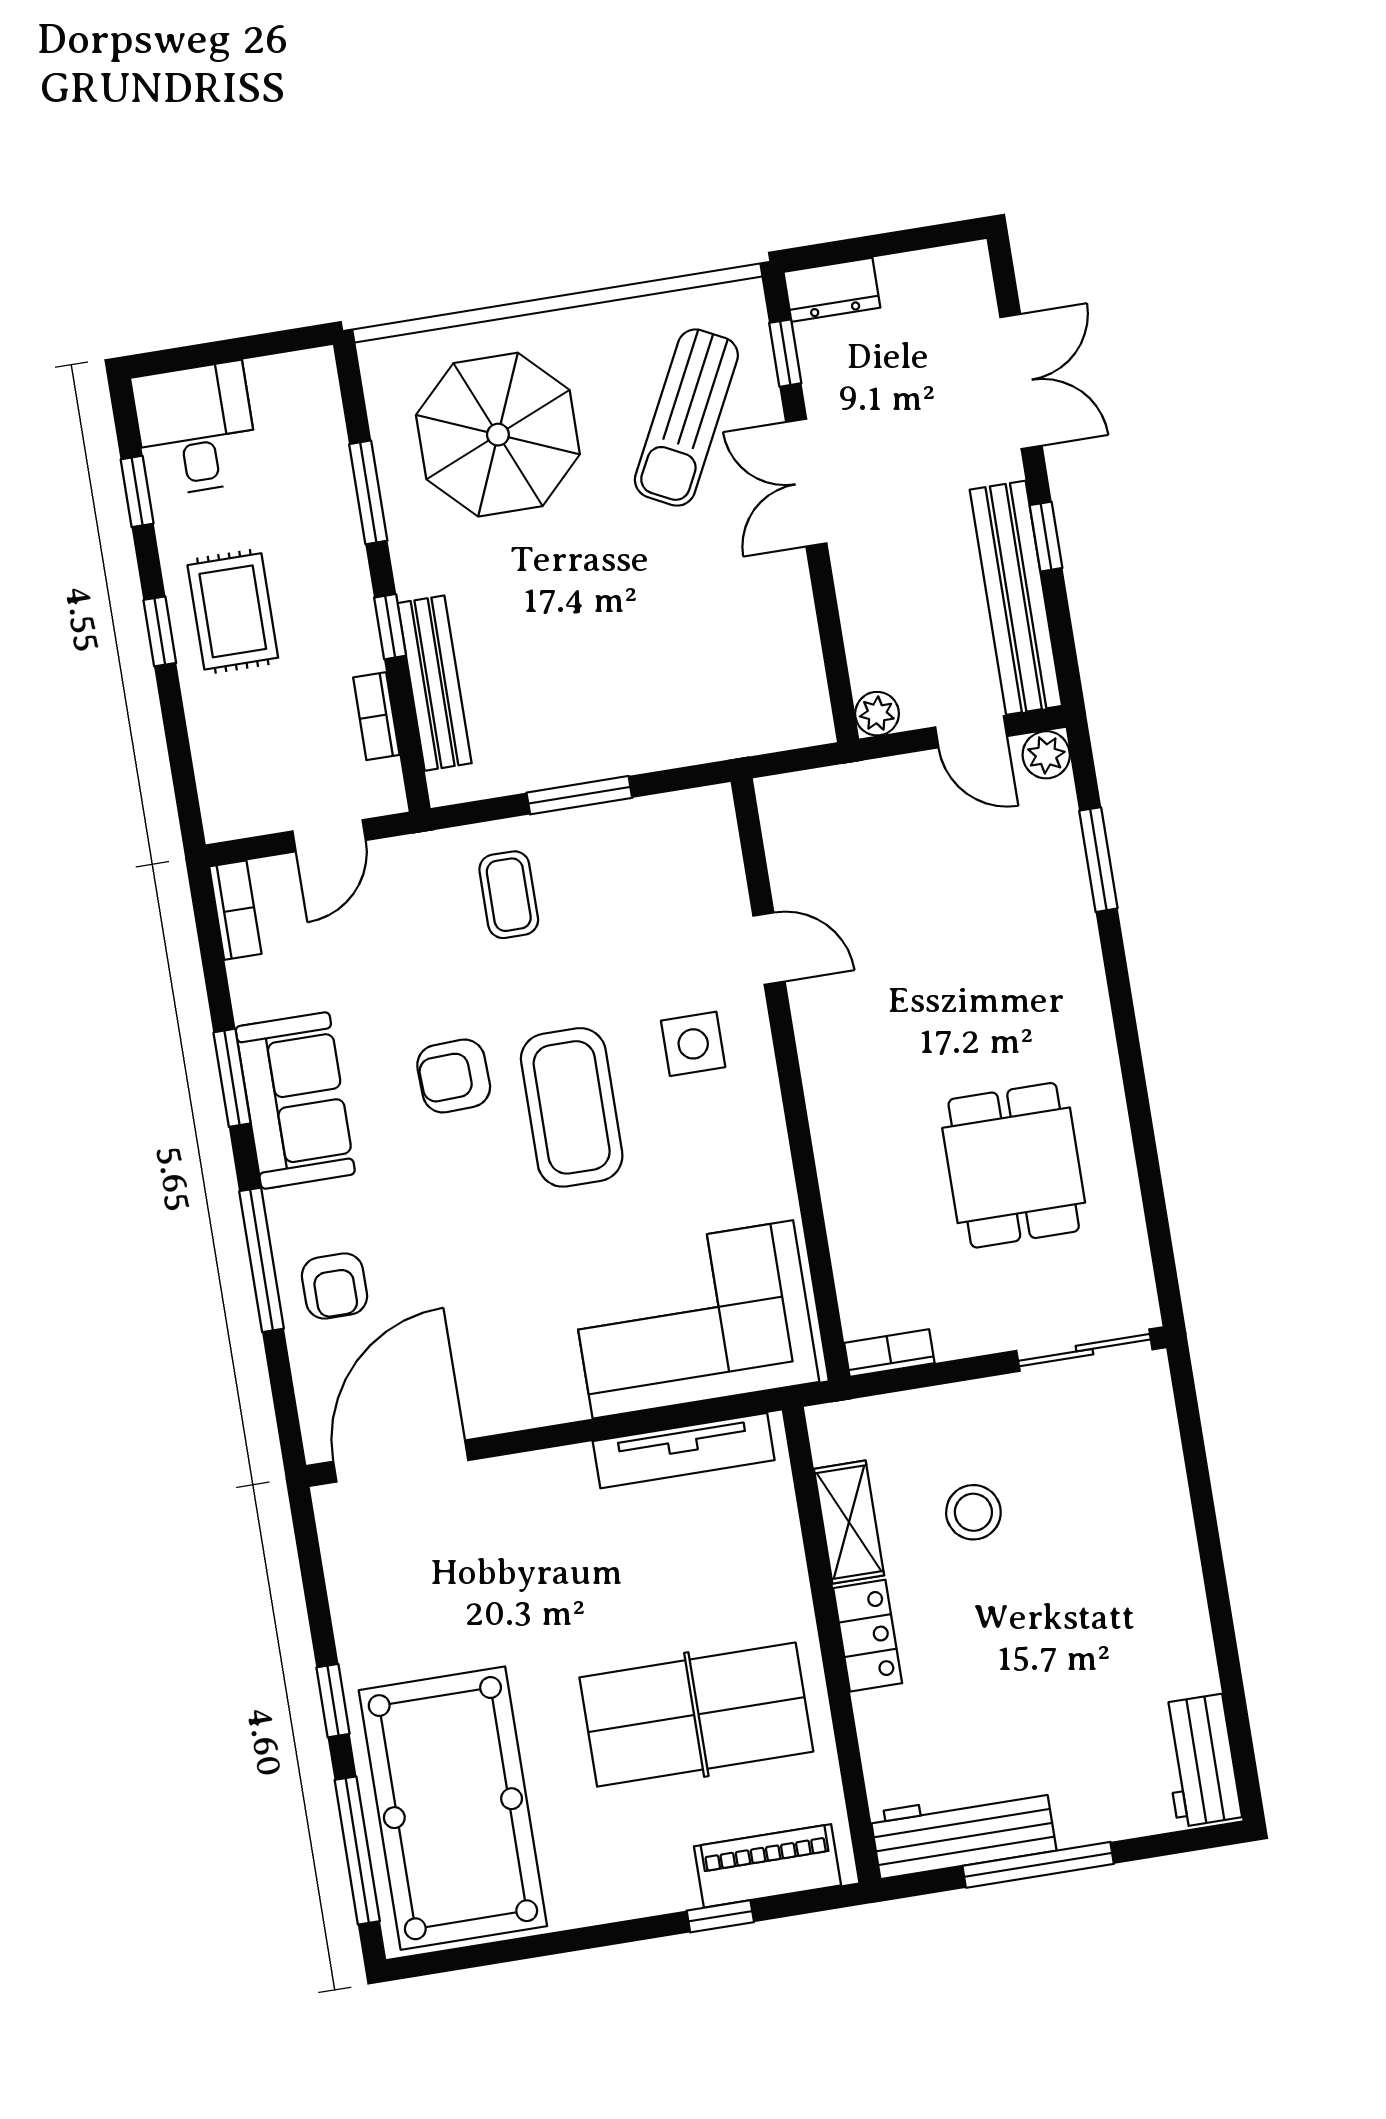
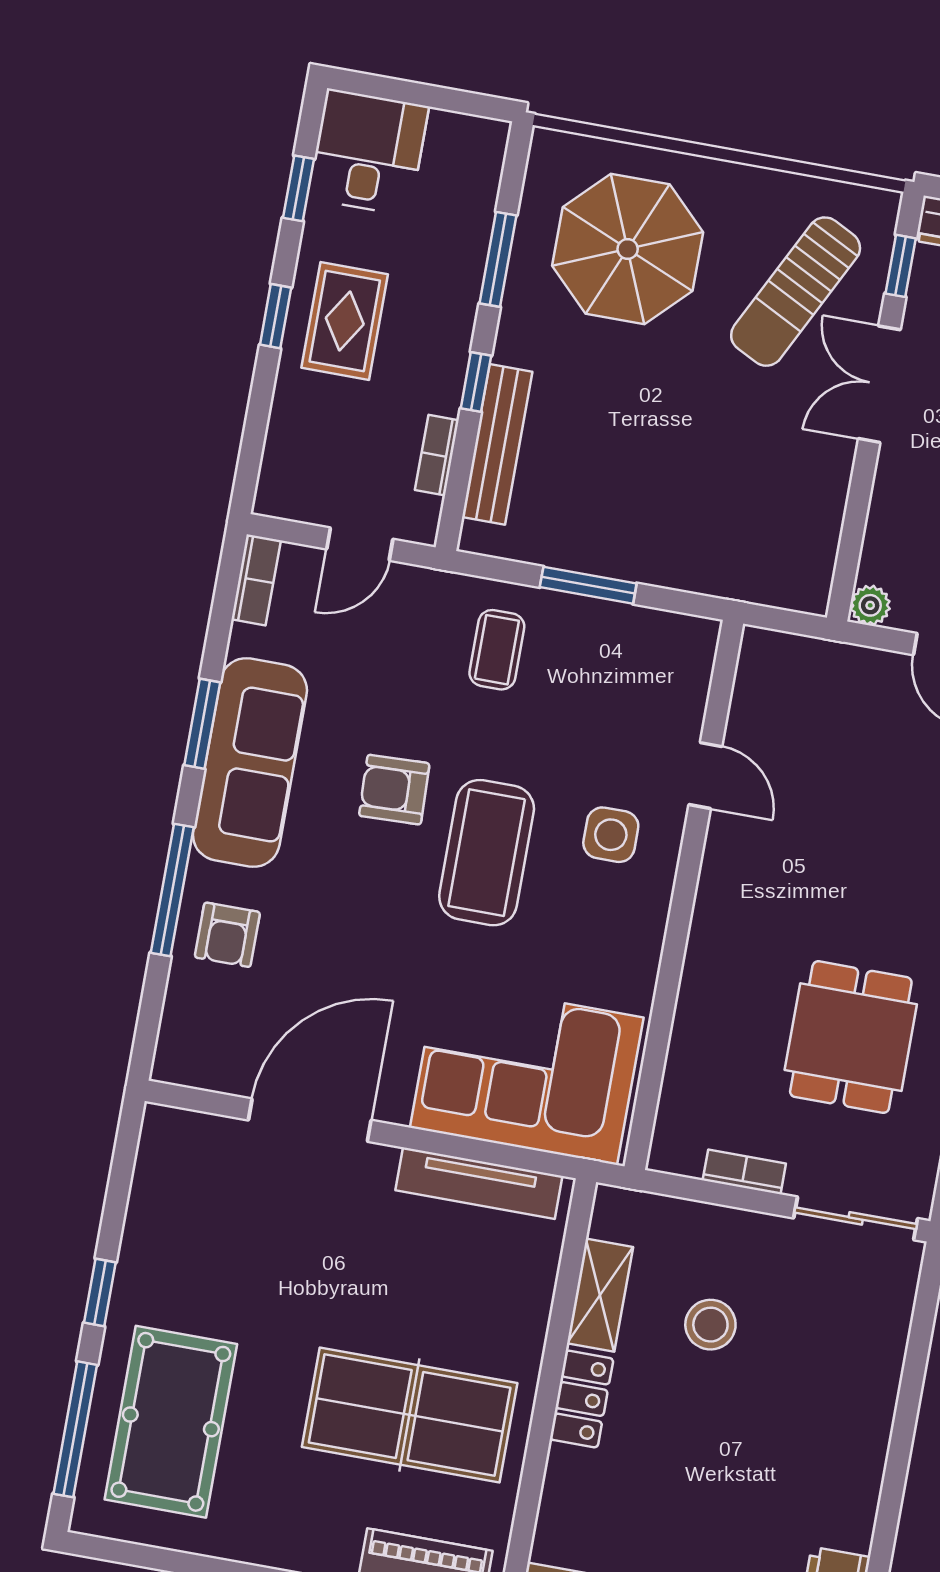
sofa: (295, 1100) -> (250, 762), width x1.36
bookcase: (889, 1353) -> (744, 1172), moved
door: (401, 1461) -> (310, 1120), moved
pool table: (453, 1808) -> (171, 1422), width x0.73, depth x0.76

